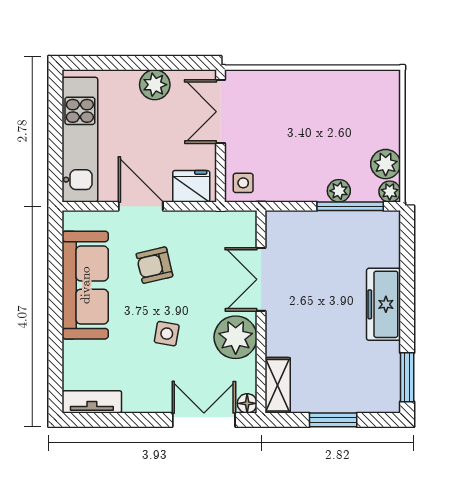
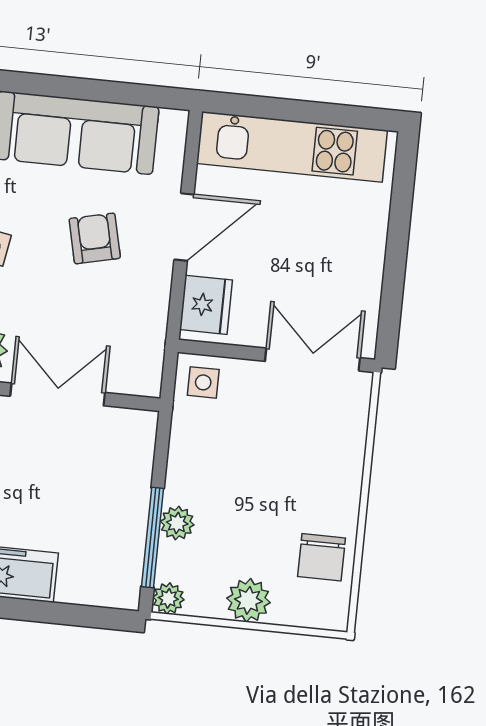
plant: (155, 85) -> (362, 266), removed
chair: (352, 92) -> (322, 557), added
plant: (386, 164) -> (248, 600), moved

